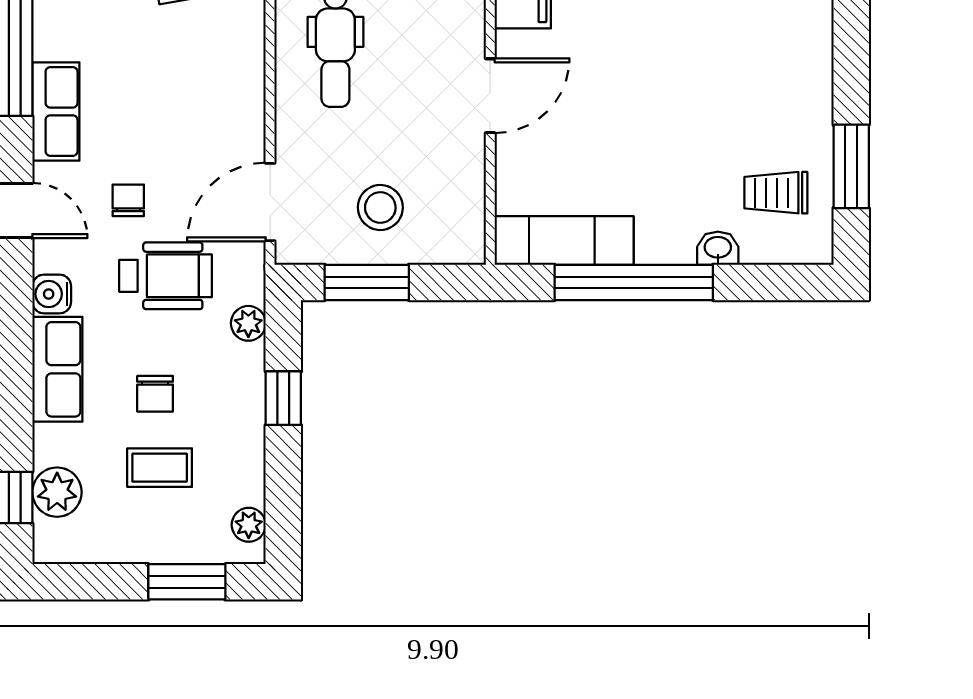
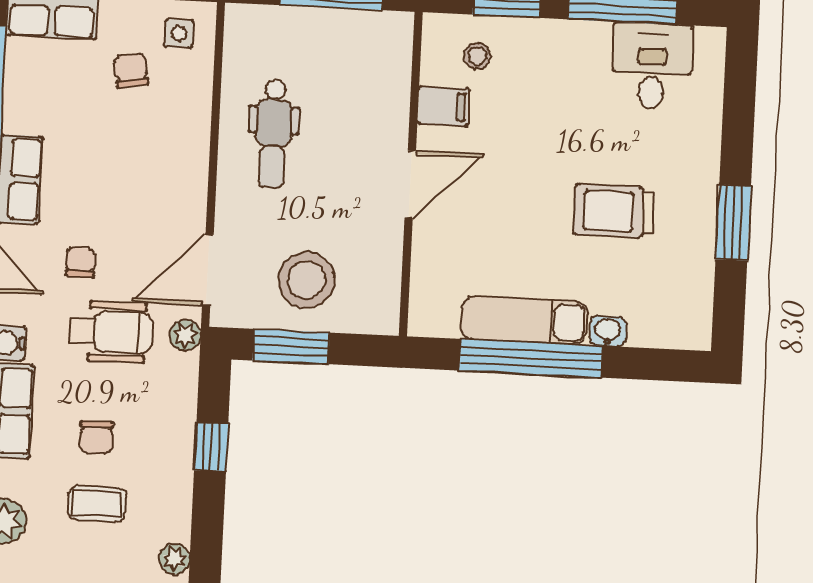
window: (851, 166) -> (733, 222), moved
trolley: (776, 193) -> (614, 211), moved, width x1.36, depth x1.39
stool: (380, 208) -> (307, 280), width x1.38, depth x1.38
exam couch: (564, 241) -> (524, 320), moved
plant: (248, 323) -> (185, 335), moved

